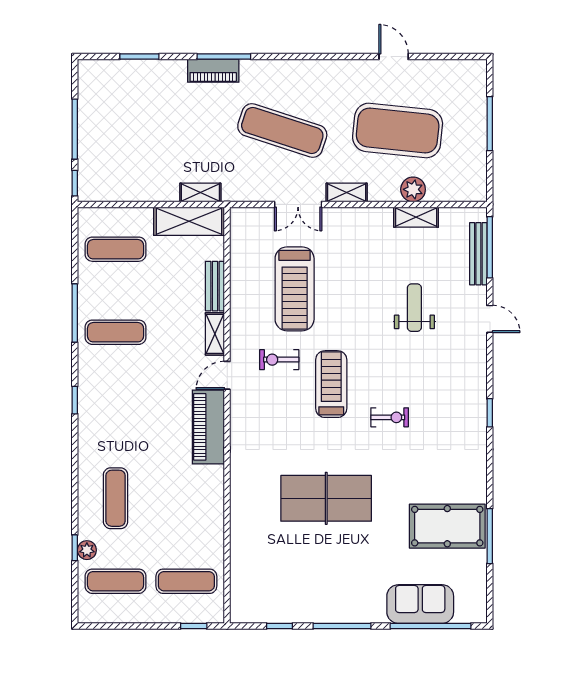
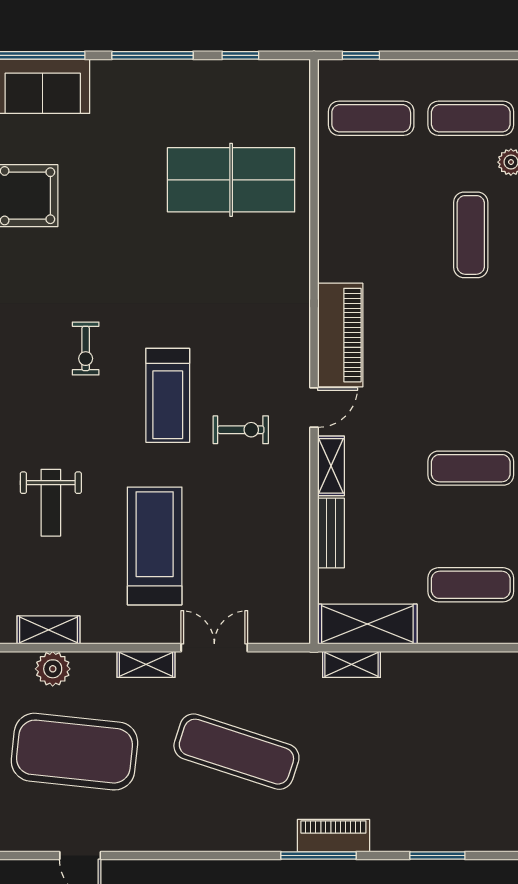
treadmill: (295, 289) -> (155, 546), moved
exercise bike: (390, 417) -> (86, 349), turned -90
table tennis table: (326, 498) -> (231, 180), moved

